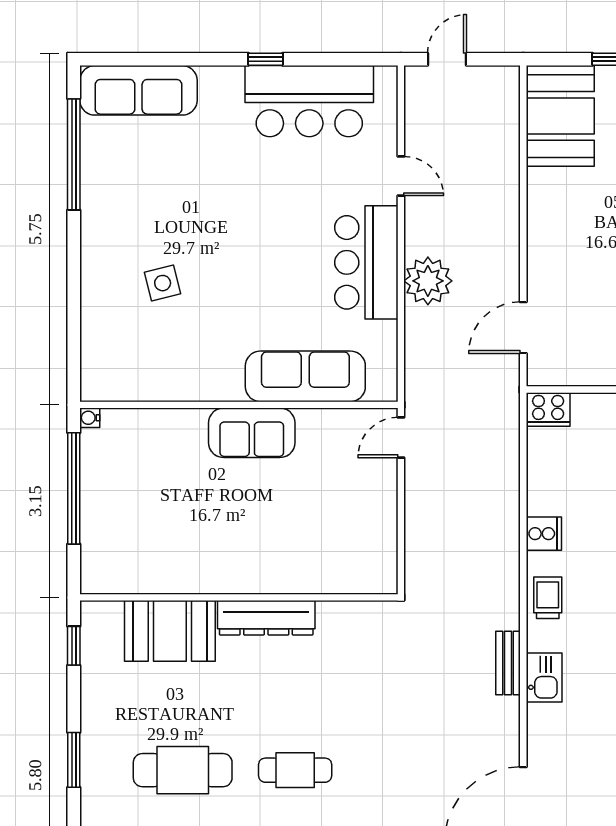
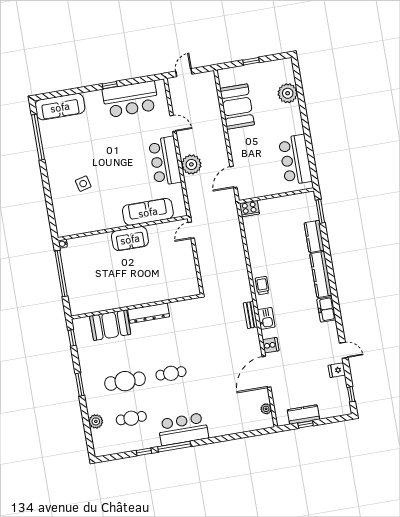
booth: (560, 116) -> (237, 107), moved
cooker: (544, 534) -> (271, 345), moved

